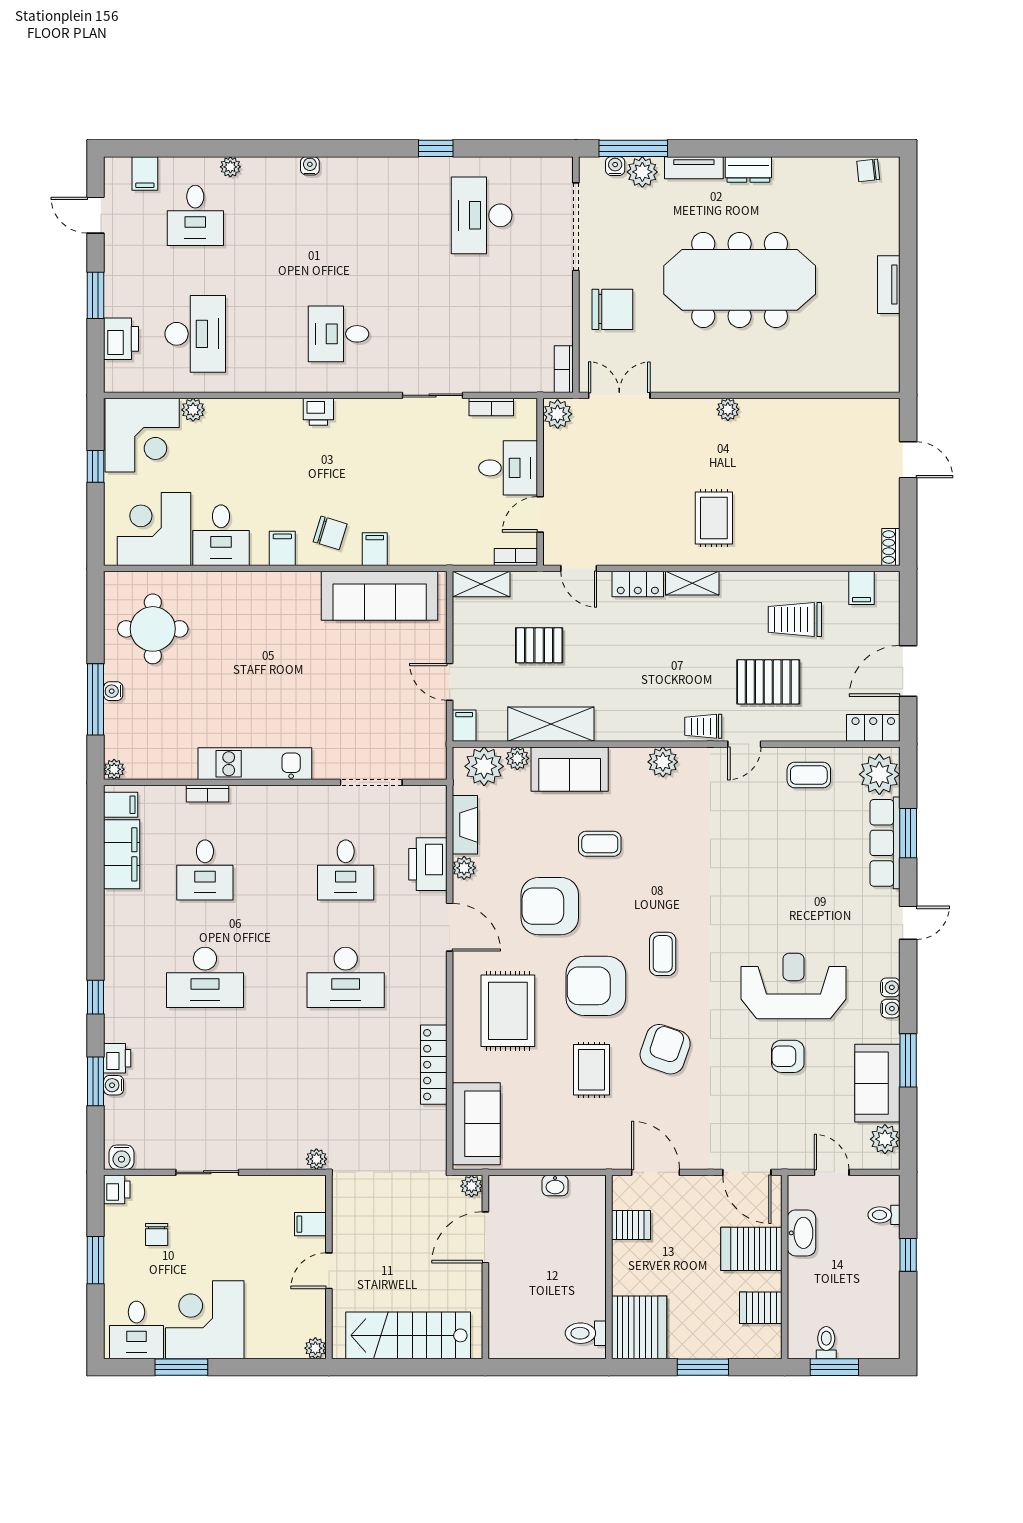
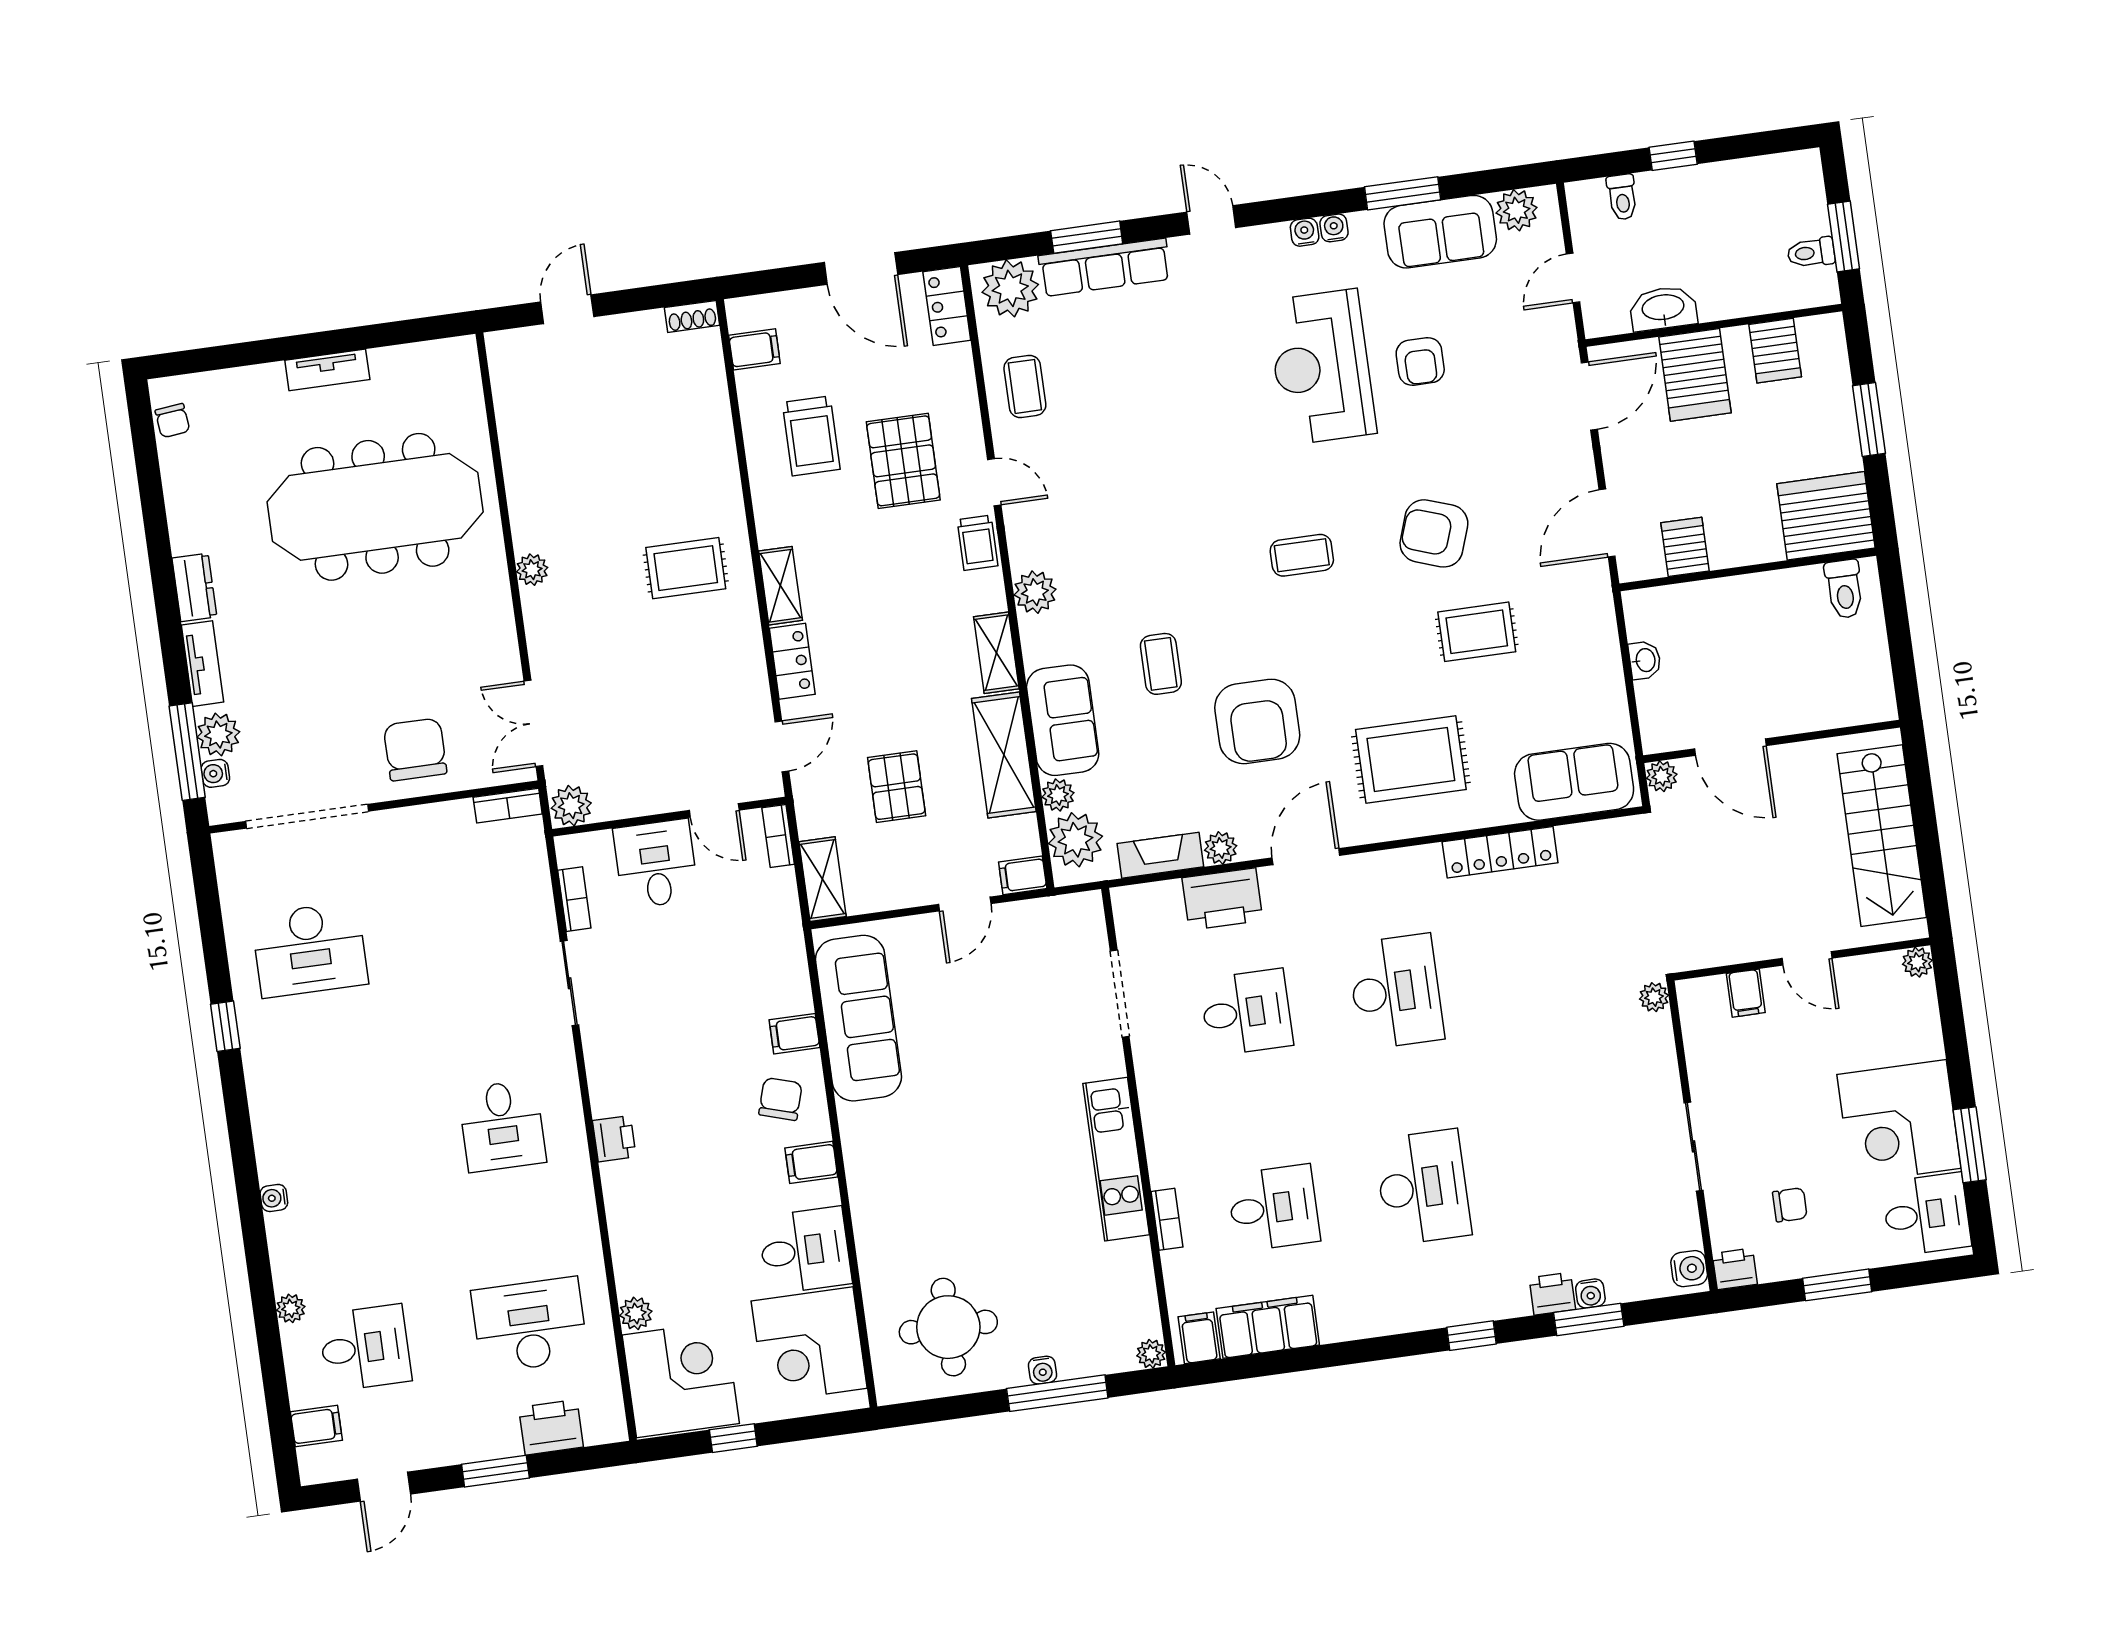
meeting table: (740, 280) -> (375, 507), moved, turned 90
shelving: (624, 729) -> (996, 653), added
armchair: (596, 986) -> (1359, 642), removed

